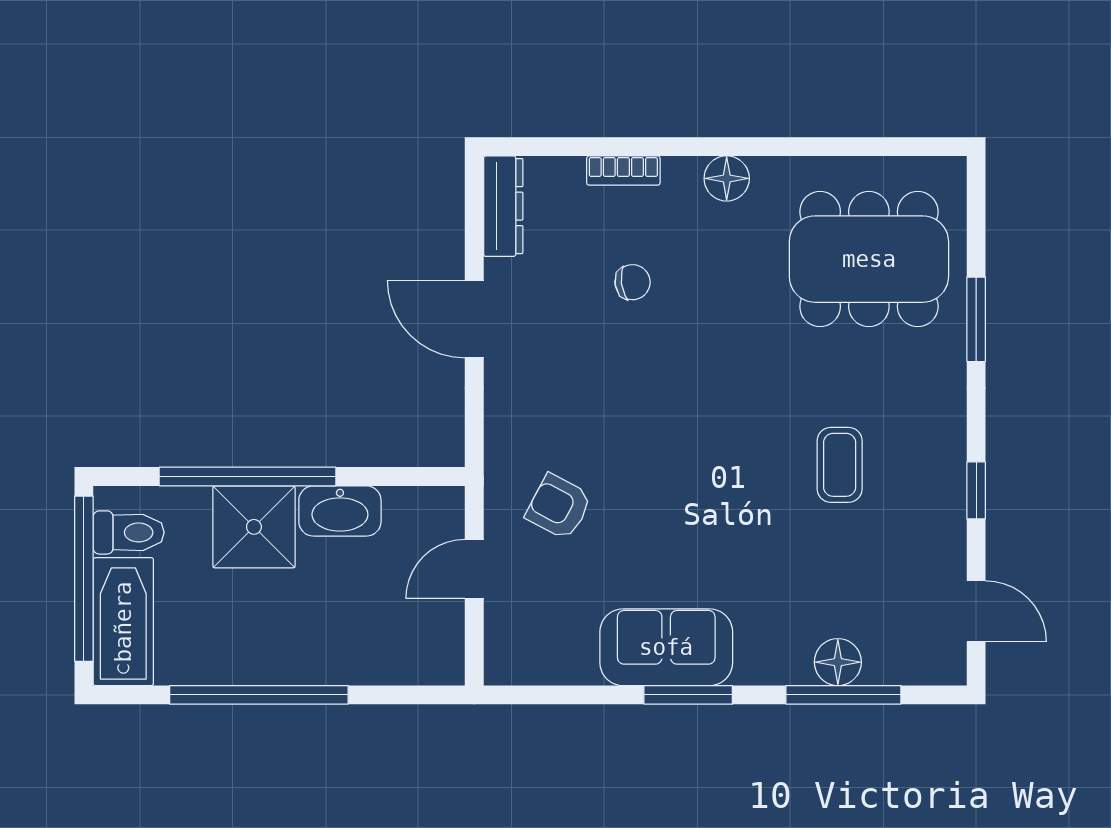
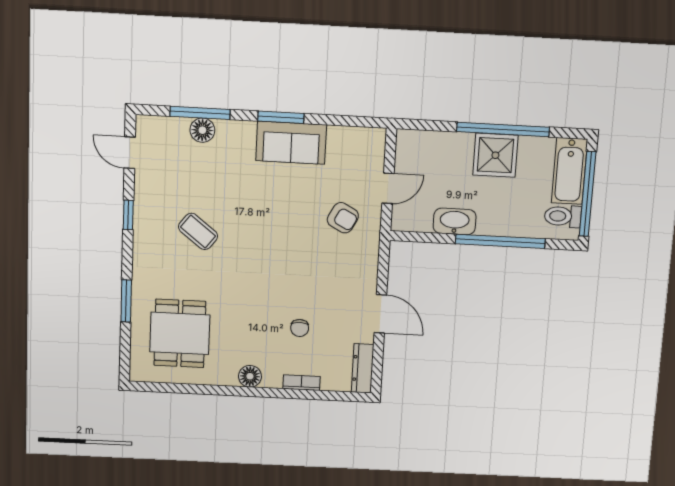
dining table: (869, 259) -> (180, 333), width x0.73
chair: (633, 282) -> (300, 328), turned -82
coffee table: (840, 465) -> (198, 231), turned -52
shower: (254, 527) -> (495, 155), moved

